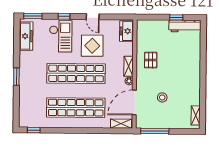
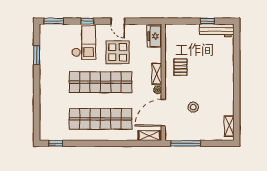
freezer: (26, 36) -> (47, 43), removed
window: (16, 77) -> (37, 55), moved

